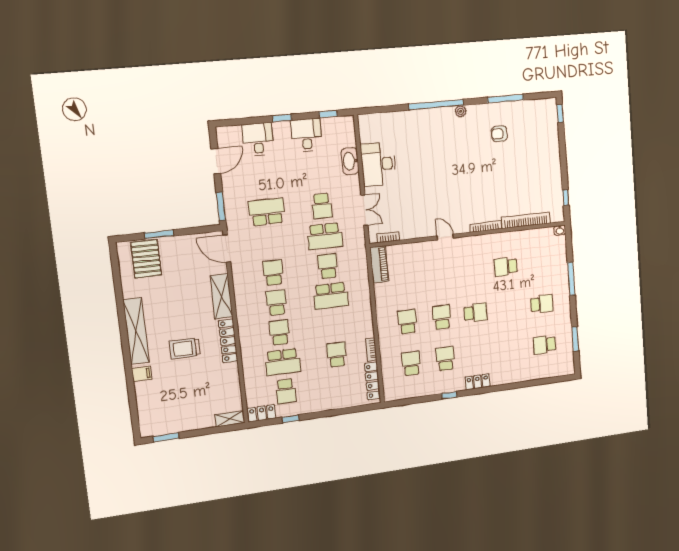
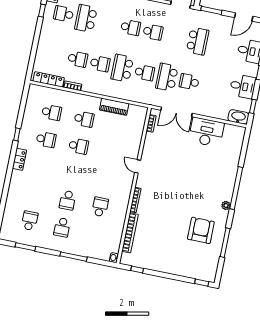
armchair: (499, 134) -> (201, 230), width x1.88, depth x1.88
door: (216, 161) -> (244, 17), hinge flipped
washbasin: (350, 161) -> (238, 117), moved
double door: (364, 210) -> (176, 112), width x1.37
door: (445, 237) -> (138, 166), swing flipped
piano: (379, 264) -> (114, 107), moved
school desk: (476, 313) -> (68, 200), moved
school desk: (280, 332) -> (100, 64), moved

